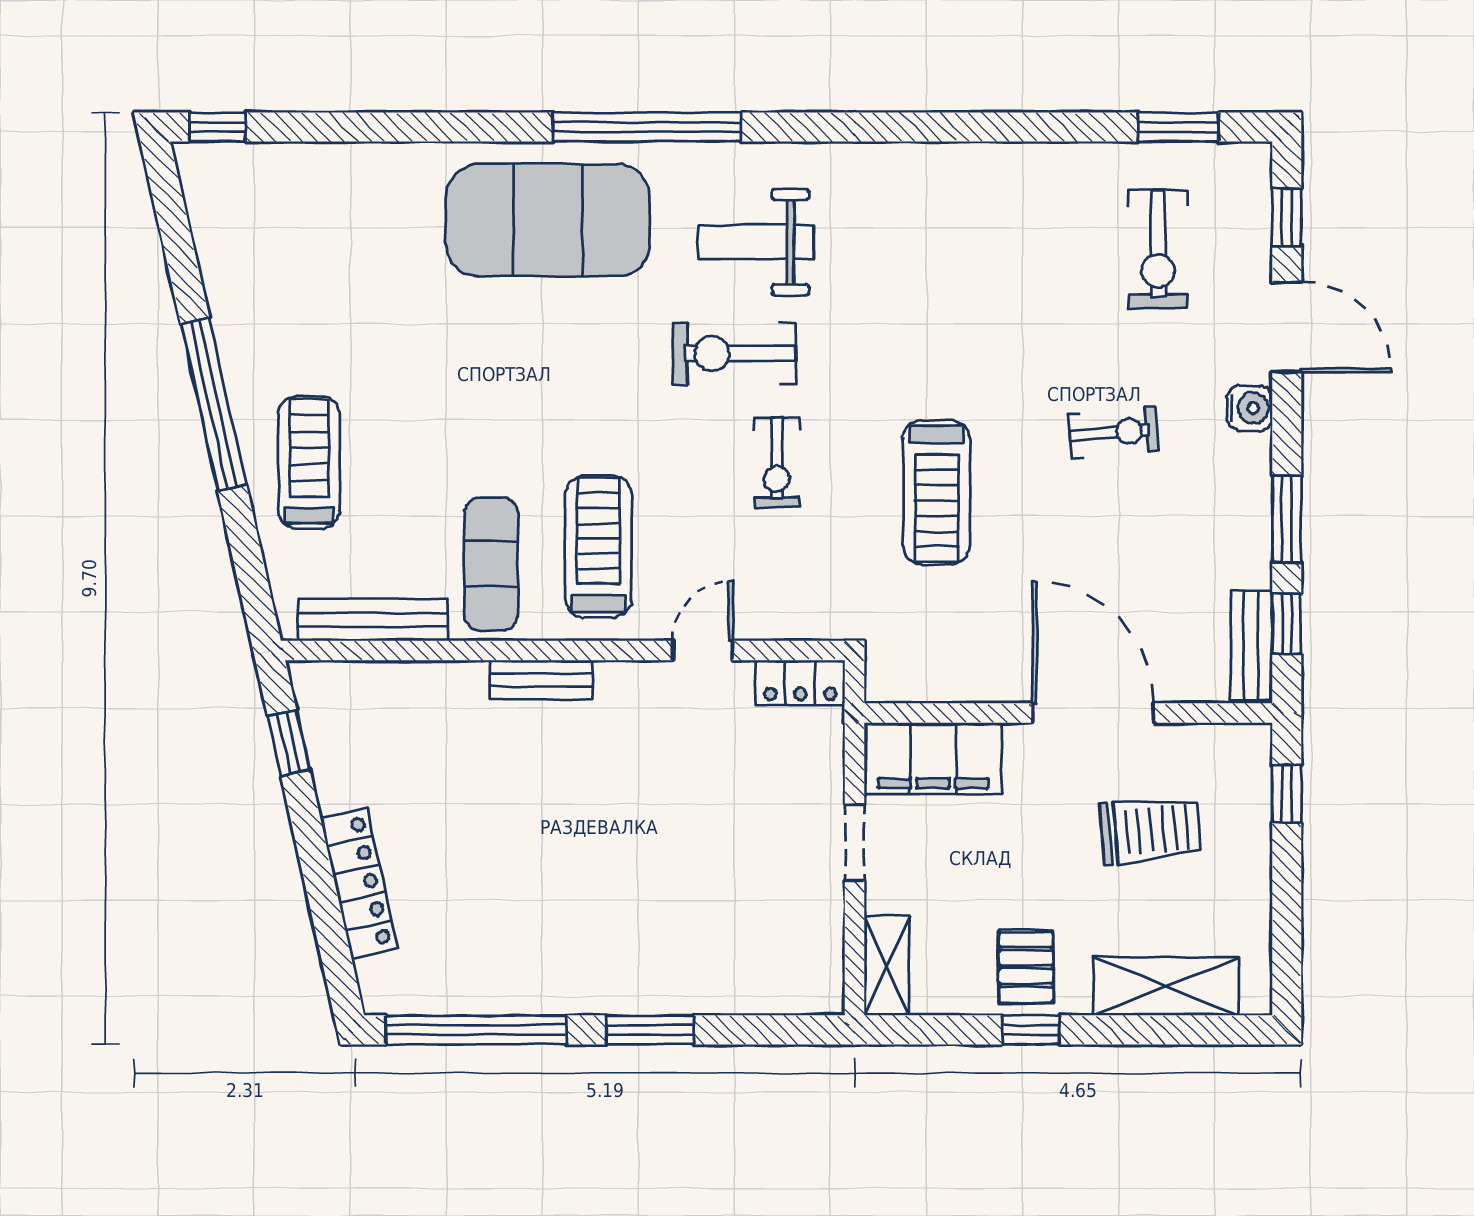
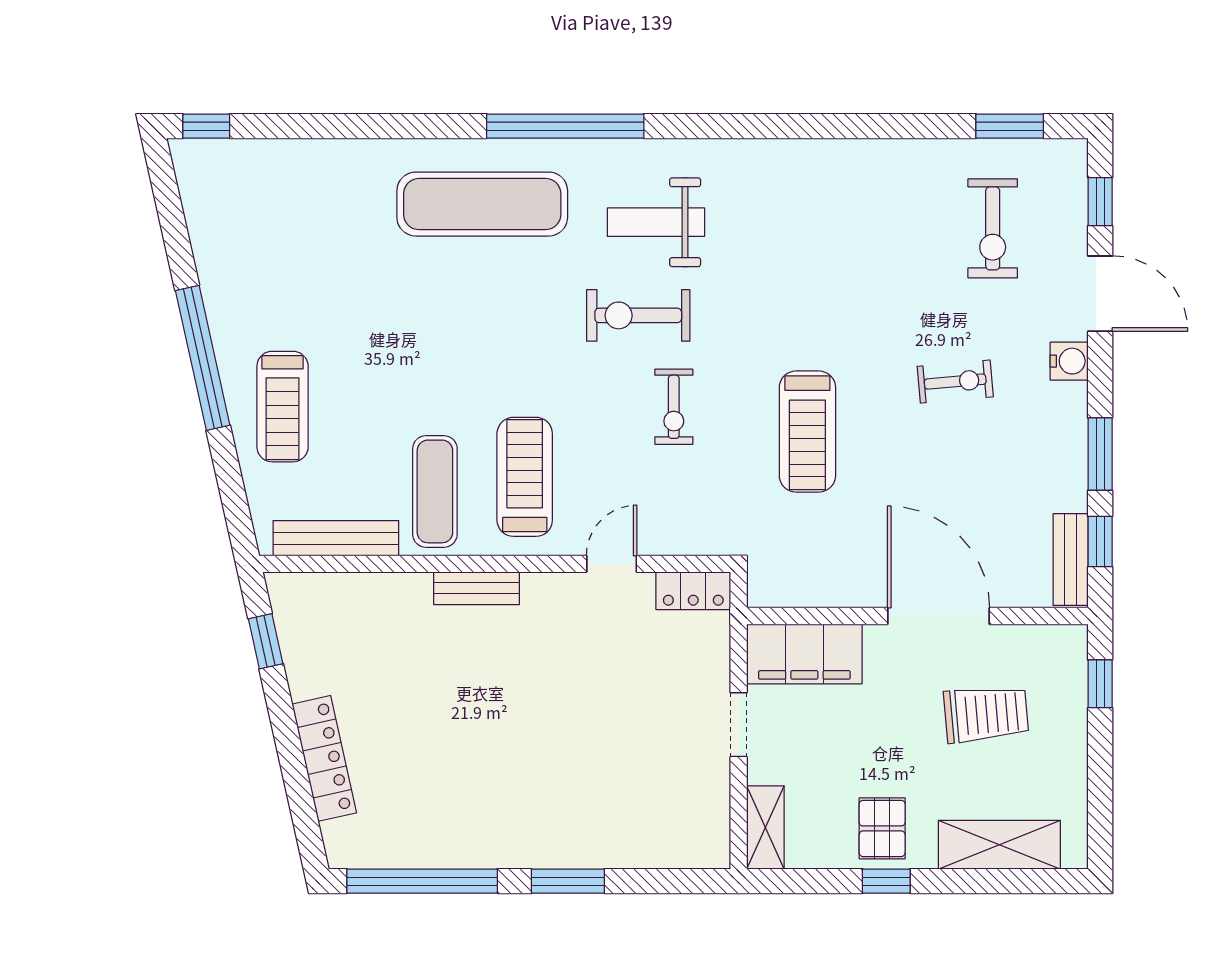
exercise mat: (548, 220) -> (482, 204), width x0.68
treadmill: (309, 462) -> (283, 407), turned 180

